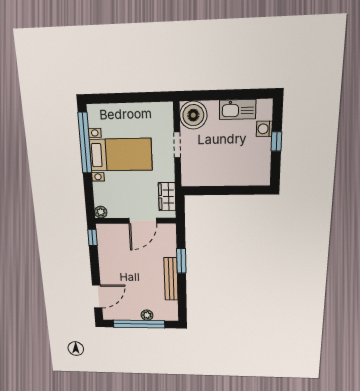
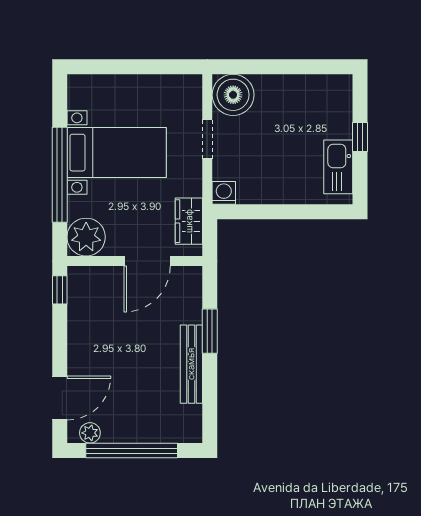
kitchen sink: (238, 109) -> (338, 167), moved, turned 90
washing machine: (264, 129) -> (224, 193), moved, turned 90
window: (85, 143) -> (60, 175), moved
plant: (101, 212) -> (86, 237), width x1.87, depth x1.87
plant: (147, 315) -> (90, 433), moved

